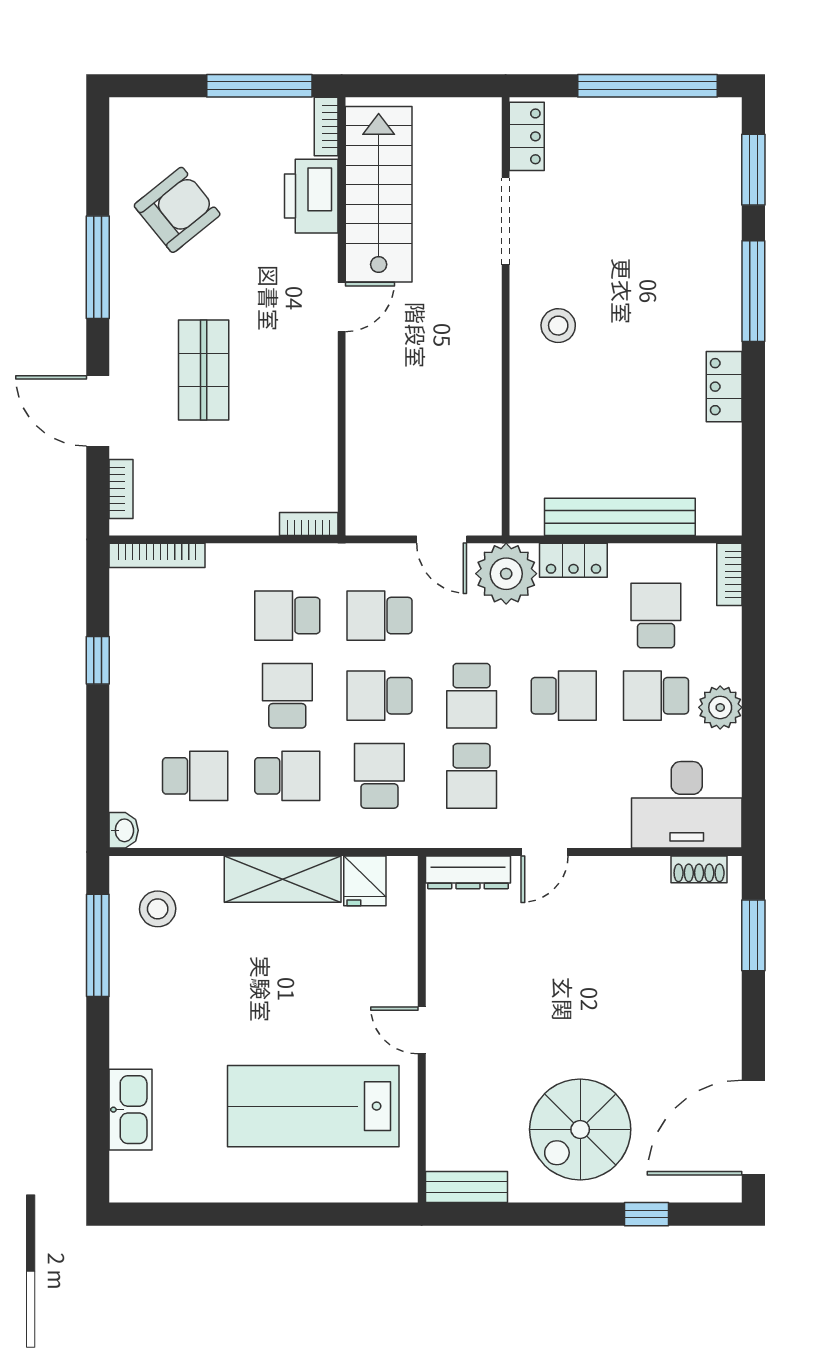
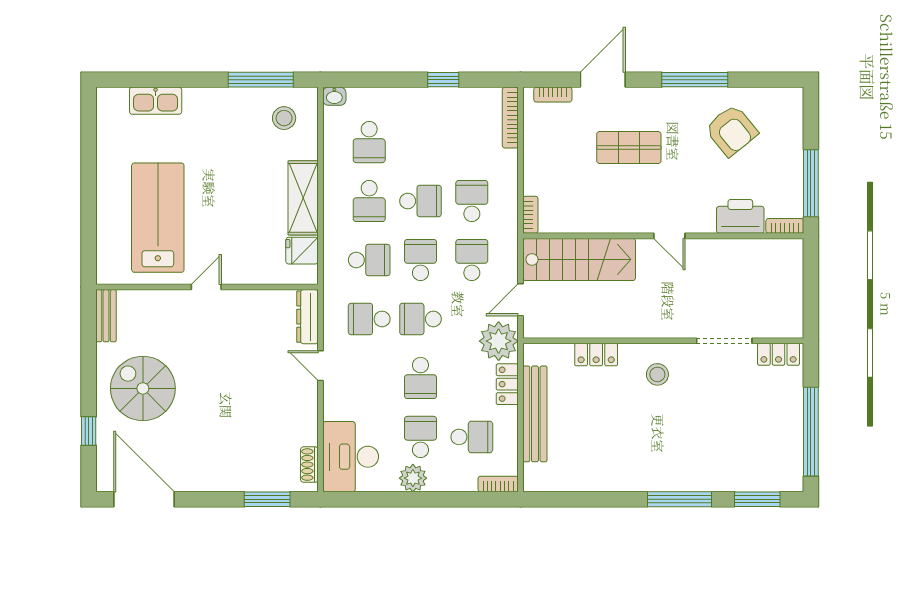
stairs: (379, 194) -> (579, 259), moved
locker: (724, 387) -> (596, 355), moved, turned 180

